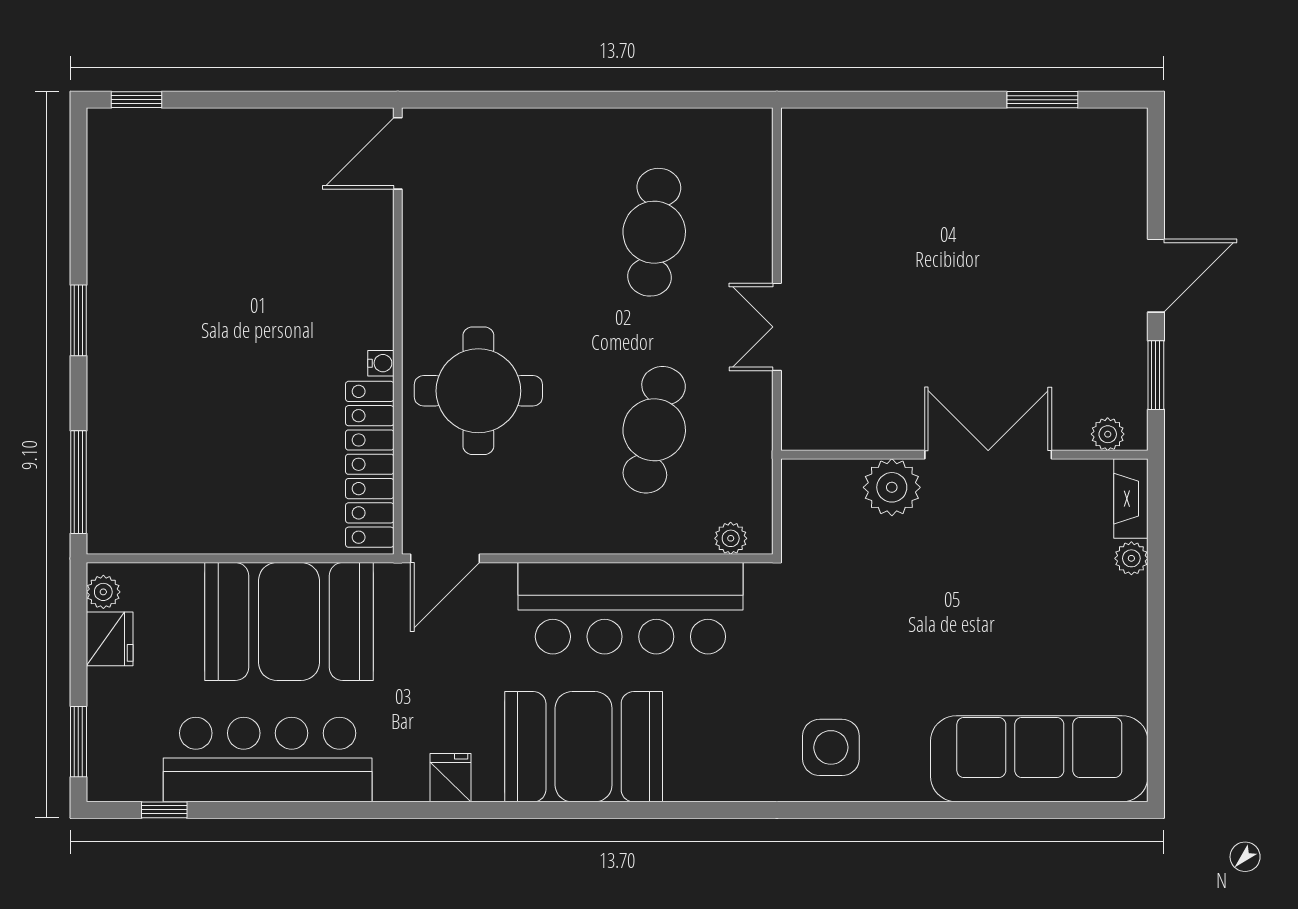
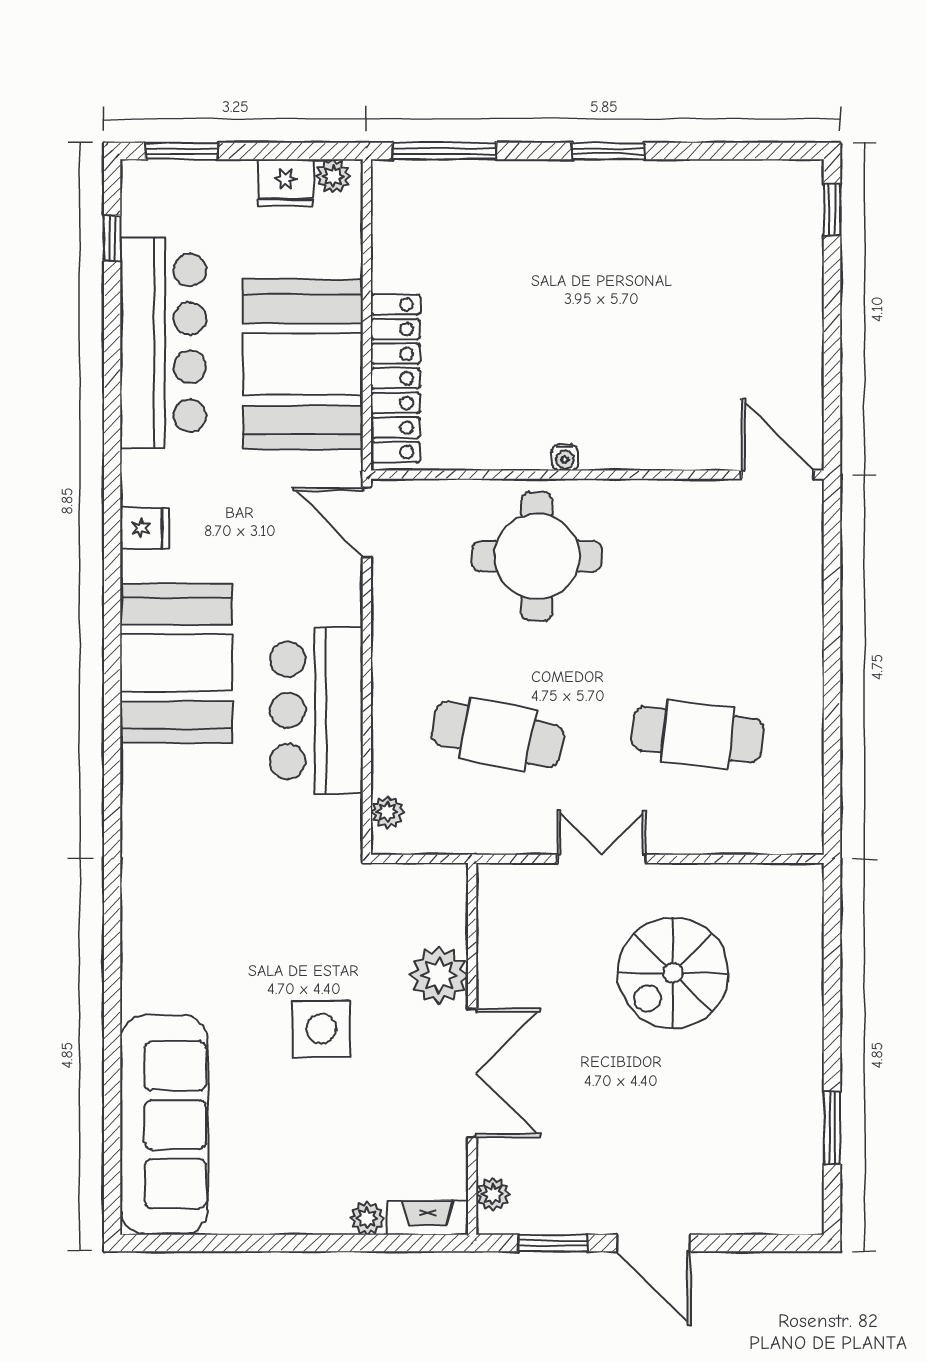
spiral stairs: (889, 256) -> (673, 973), added
locker: (370, 464) -> (395, 378), moved, turned 90
bar counter: (630, 608) -> (316, 710), width x0.73
side table: (831, 747) -> (321, 1029), moved

